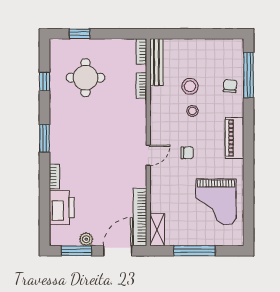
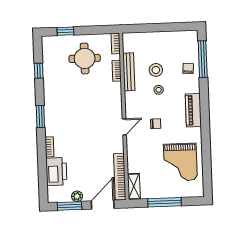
bench: (156, 62) -> (129, 72), moved
round table: (85, 78) -> (85, 58), moved

